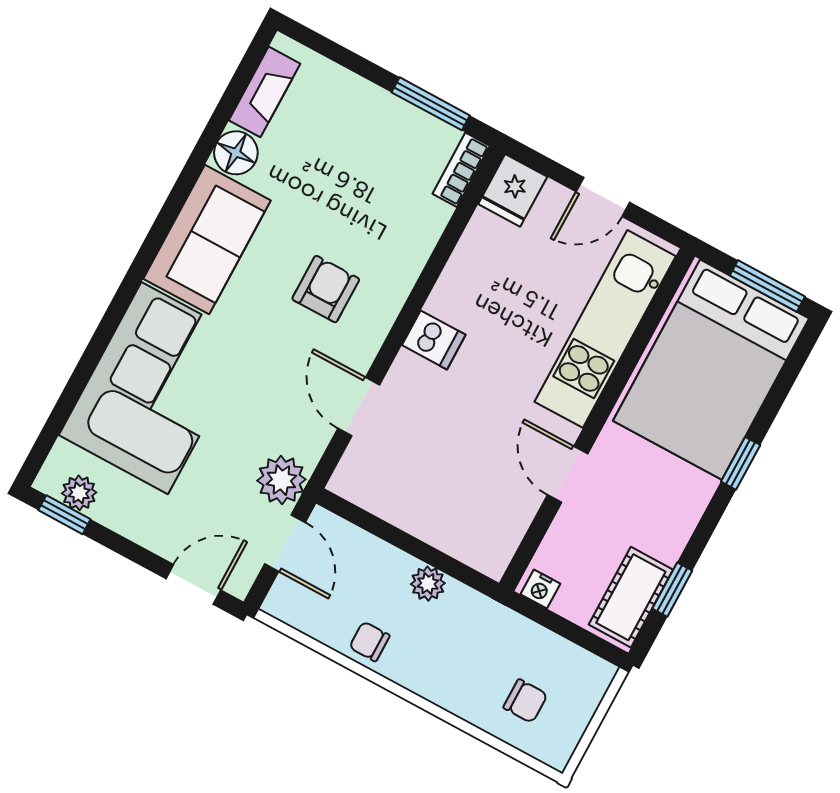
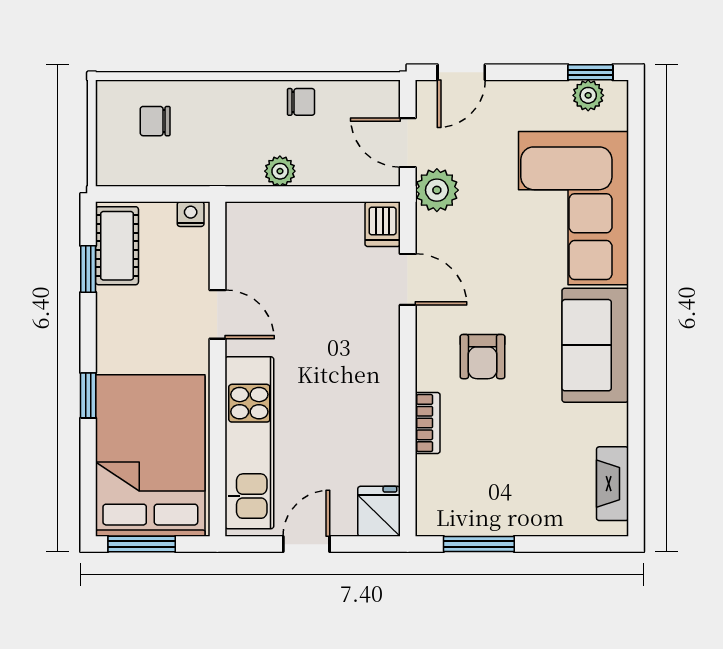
floor lamp: (236, 153) -> (609, 424), removed
bookcase: (461, 170) -> (428, 423), moved
dishwasher: (434, 340) -> (383, 224), moved, turned -90

